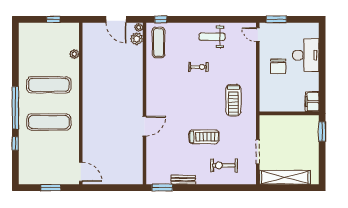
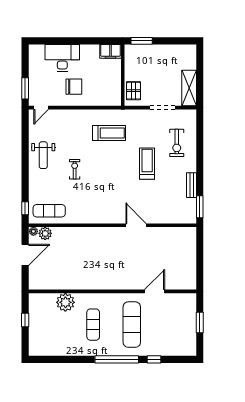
plant: (74, 54) -> (65, 302), width x1.87, depth x1.87
exercise mat: (49, 85) -> (93, 325), width x0.73, depth x0.69
pallet: (274, 124) -> (133, 91), added
door: (81, 172) -> (155, 291), moved
shelving: (285, 177) -> (189, 88), width x0.68

